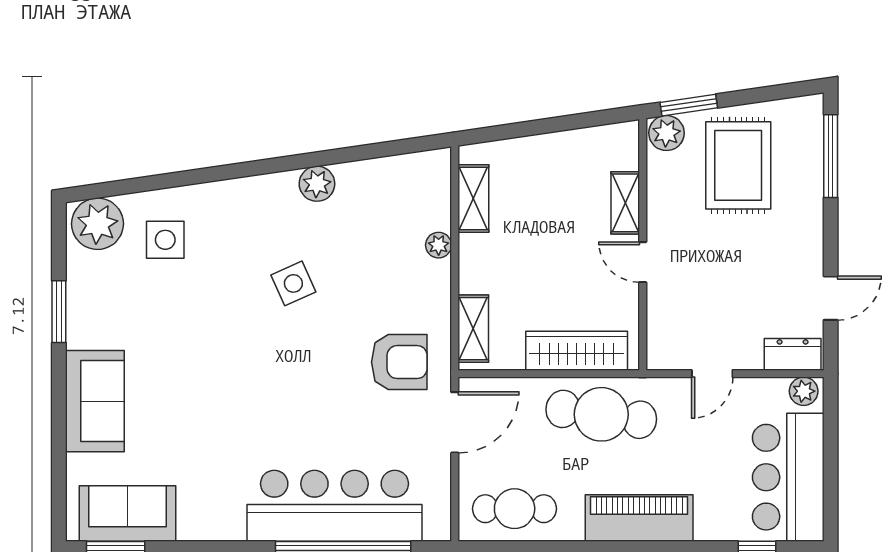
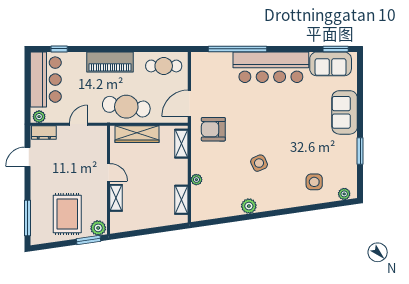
plant: (98, 224) -> (344, 194), width x0.53, depth x0.53
bar counter: (335, 506) -> (271, 67), moved

